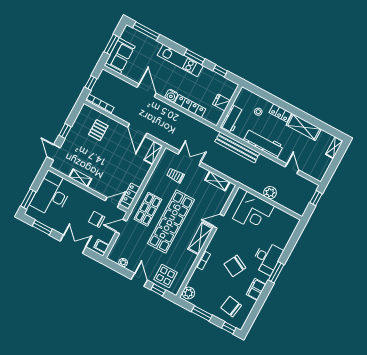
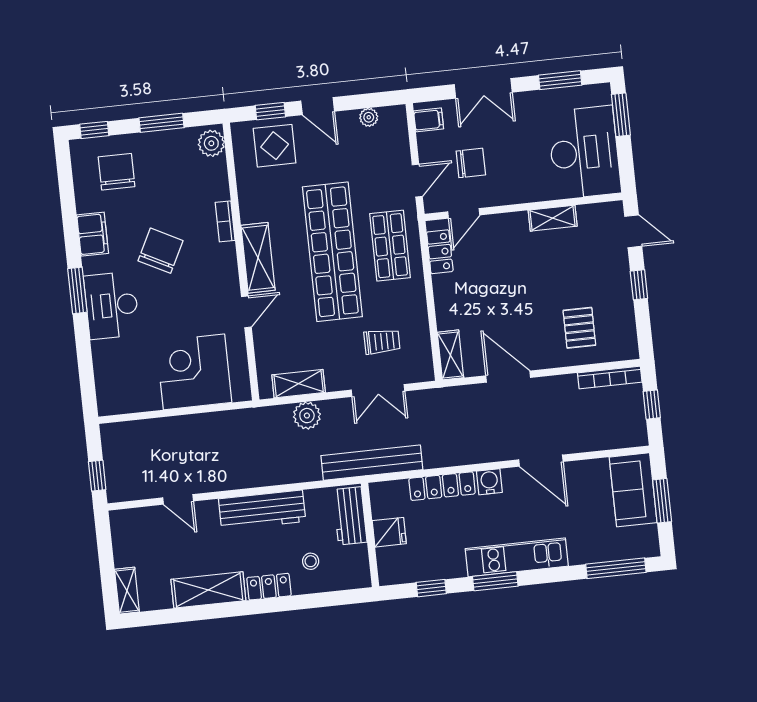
bench: (237, 147) -> (372, 463), moved
plant: (270, 193) -> (307, 416), moved
chair: (231, 307) -> (117, 172), turned -100

